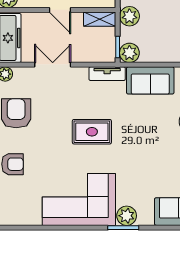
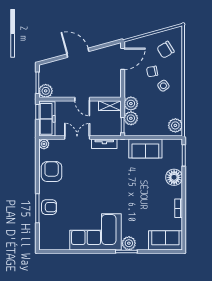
plant: (129, 53) -> (131, 118), moved
tv unit: (107, 74) -> (104, 144), moved
rug: (92, 132) -> (105, 184), removed

